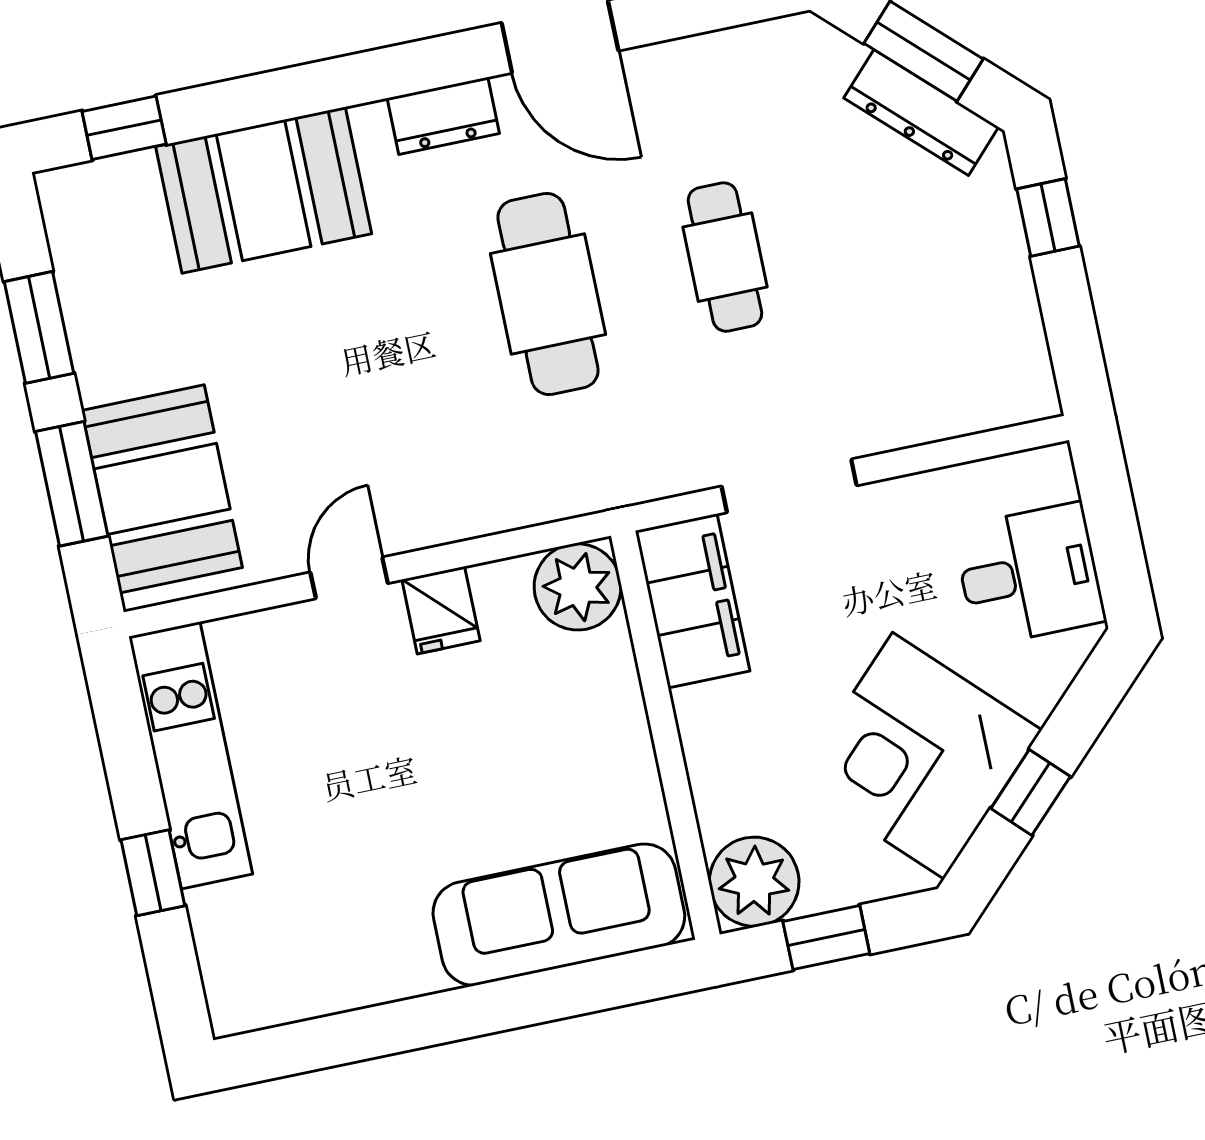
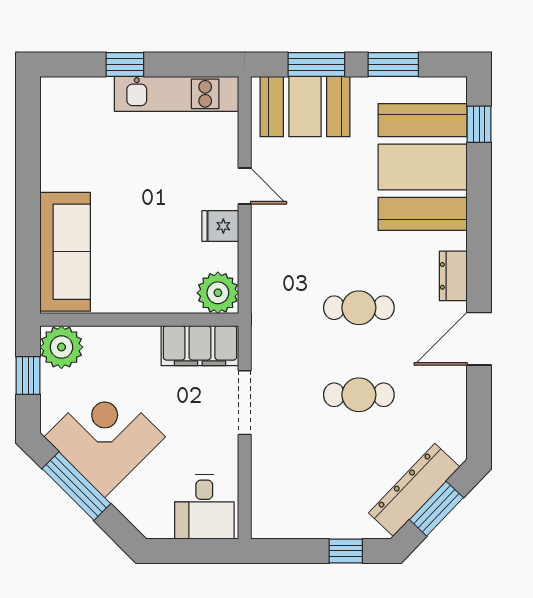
dresser: (921, 113) -> (414, 490), width x1.37, depth x1.24
booth: (264, 190) -> (423, 167), width x1.36, depth x1.42
cafe table: (548, 294) -> (359, 308), width x0.73, depth x0.74
desk: (1029, 574) -> (204, 507), moved
window: (1031, 793) -> (76, 486), width x2.17

